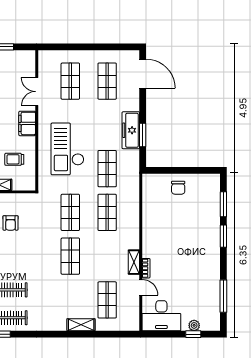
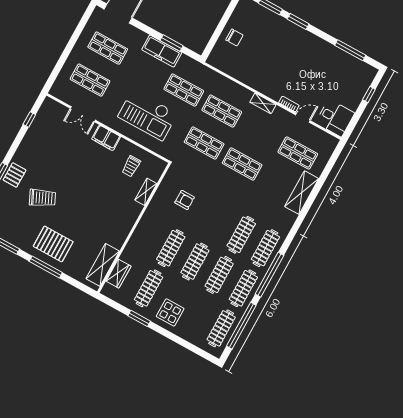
shelving: (134, 262) -> (263, 103), moved
desk: (161, 316) -> (335, 118), width x0.73
shelving: (81, 325) -> (302, 193), width x1.50, depth x1.33
plant: (194, 325) -> (362, 90), removed

